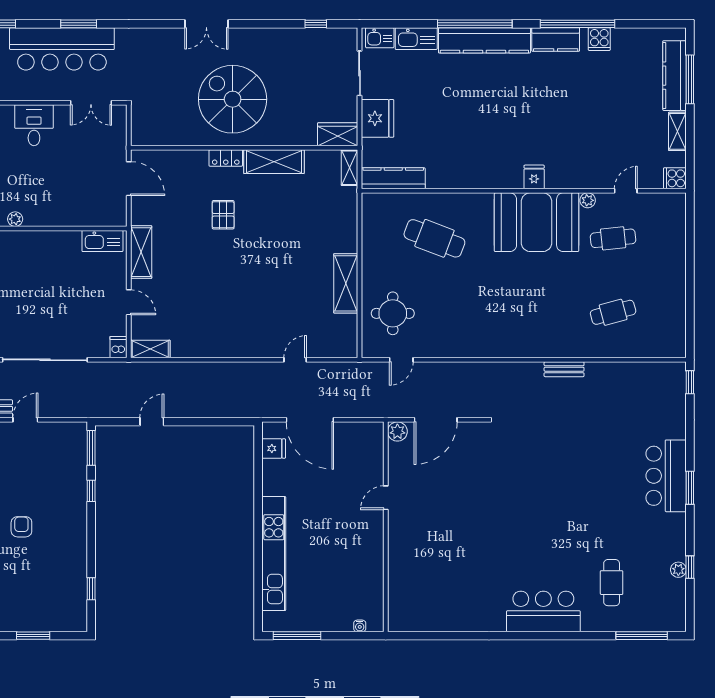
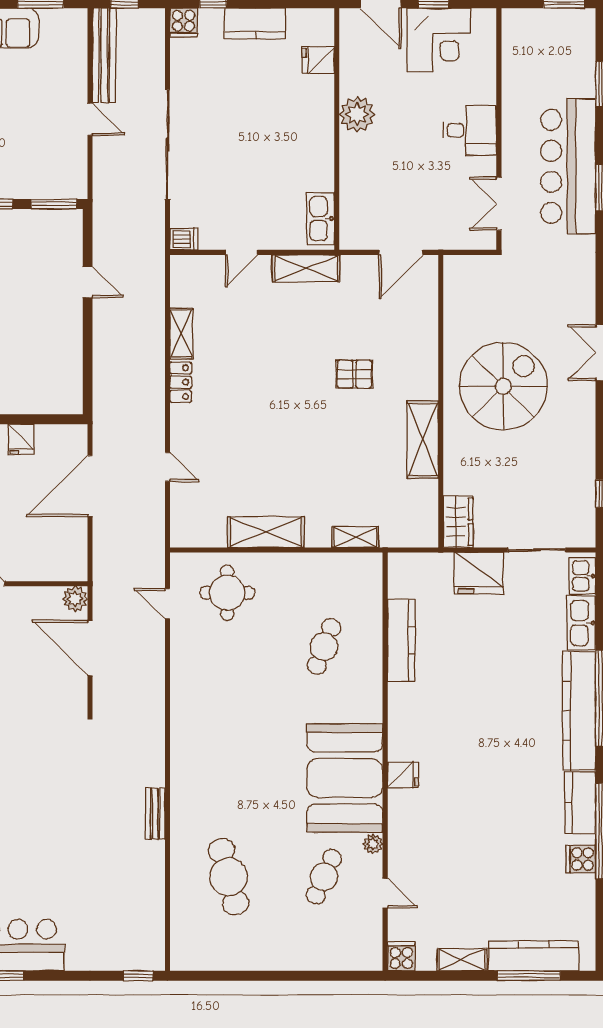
locker: (226, 158) -> (181, 382), moved, turned 180
shelving: (350, 168) -> (355, 537), moved
kitchen counter: (393, 178) -> (401, 640), moved
plant: (15, 219) -> (357, 114), width x1.87, depth x1.87
cafe table: (434, 238) -> (324, 646), width x0.73, depth x0.74
cafe table: (613, 238) -> (324, 877), turned 30
cafe table: (613, 312) -> (229, 877), width x1.37, depth x1.35
shelving: (150, 349) -> (181, 333), moved
fridge: (274, 448) -> (21, 439), moved

